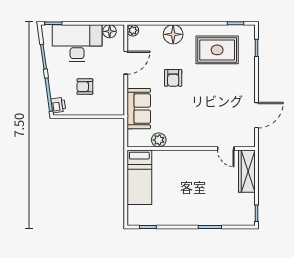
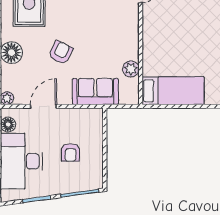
door: (126, 63) -> (43, 106), hinge flipped
armchair: (173, 78) -> (61, 53), turned -64
printer: (58, 105) -> (91, 182), removed

